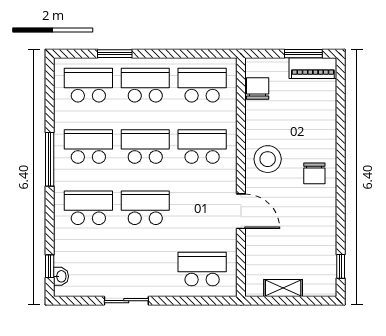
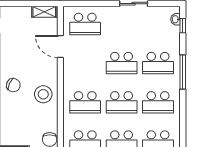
window: (50, 159) -> (183, 72), moved
chair: (314, 173) -> (13, 85), turned 114
door: (241, 211) -> (60, 47), moved
shelving: (283, 288) -> (44, 12), moved

